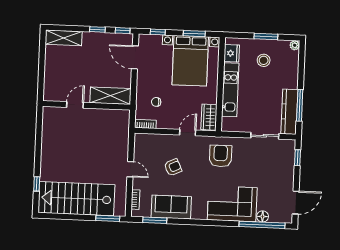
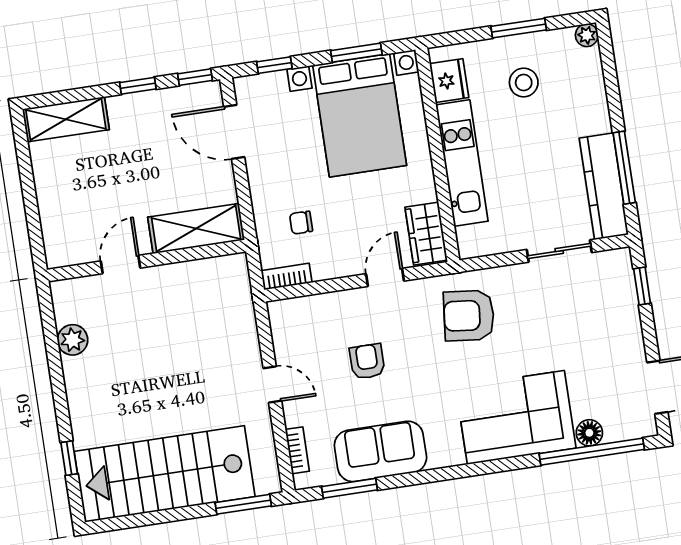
plant: (48, 133) -> (73, 340), added
armchair: (221, 156) -> (469, 316), turned -84
armchair: (173, 167) -> (367, 361), turned -65

